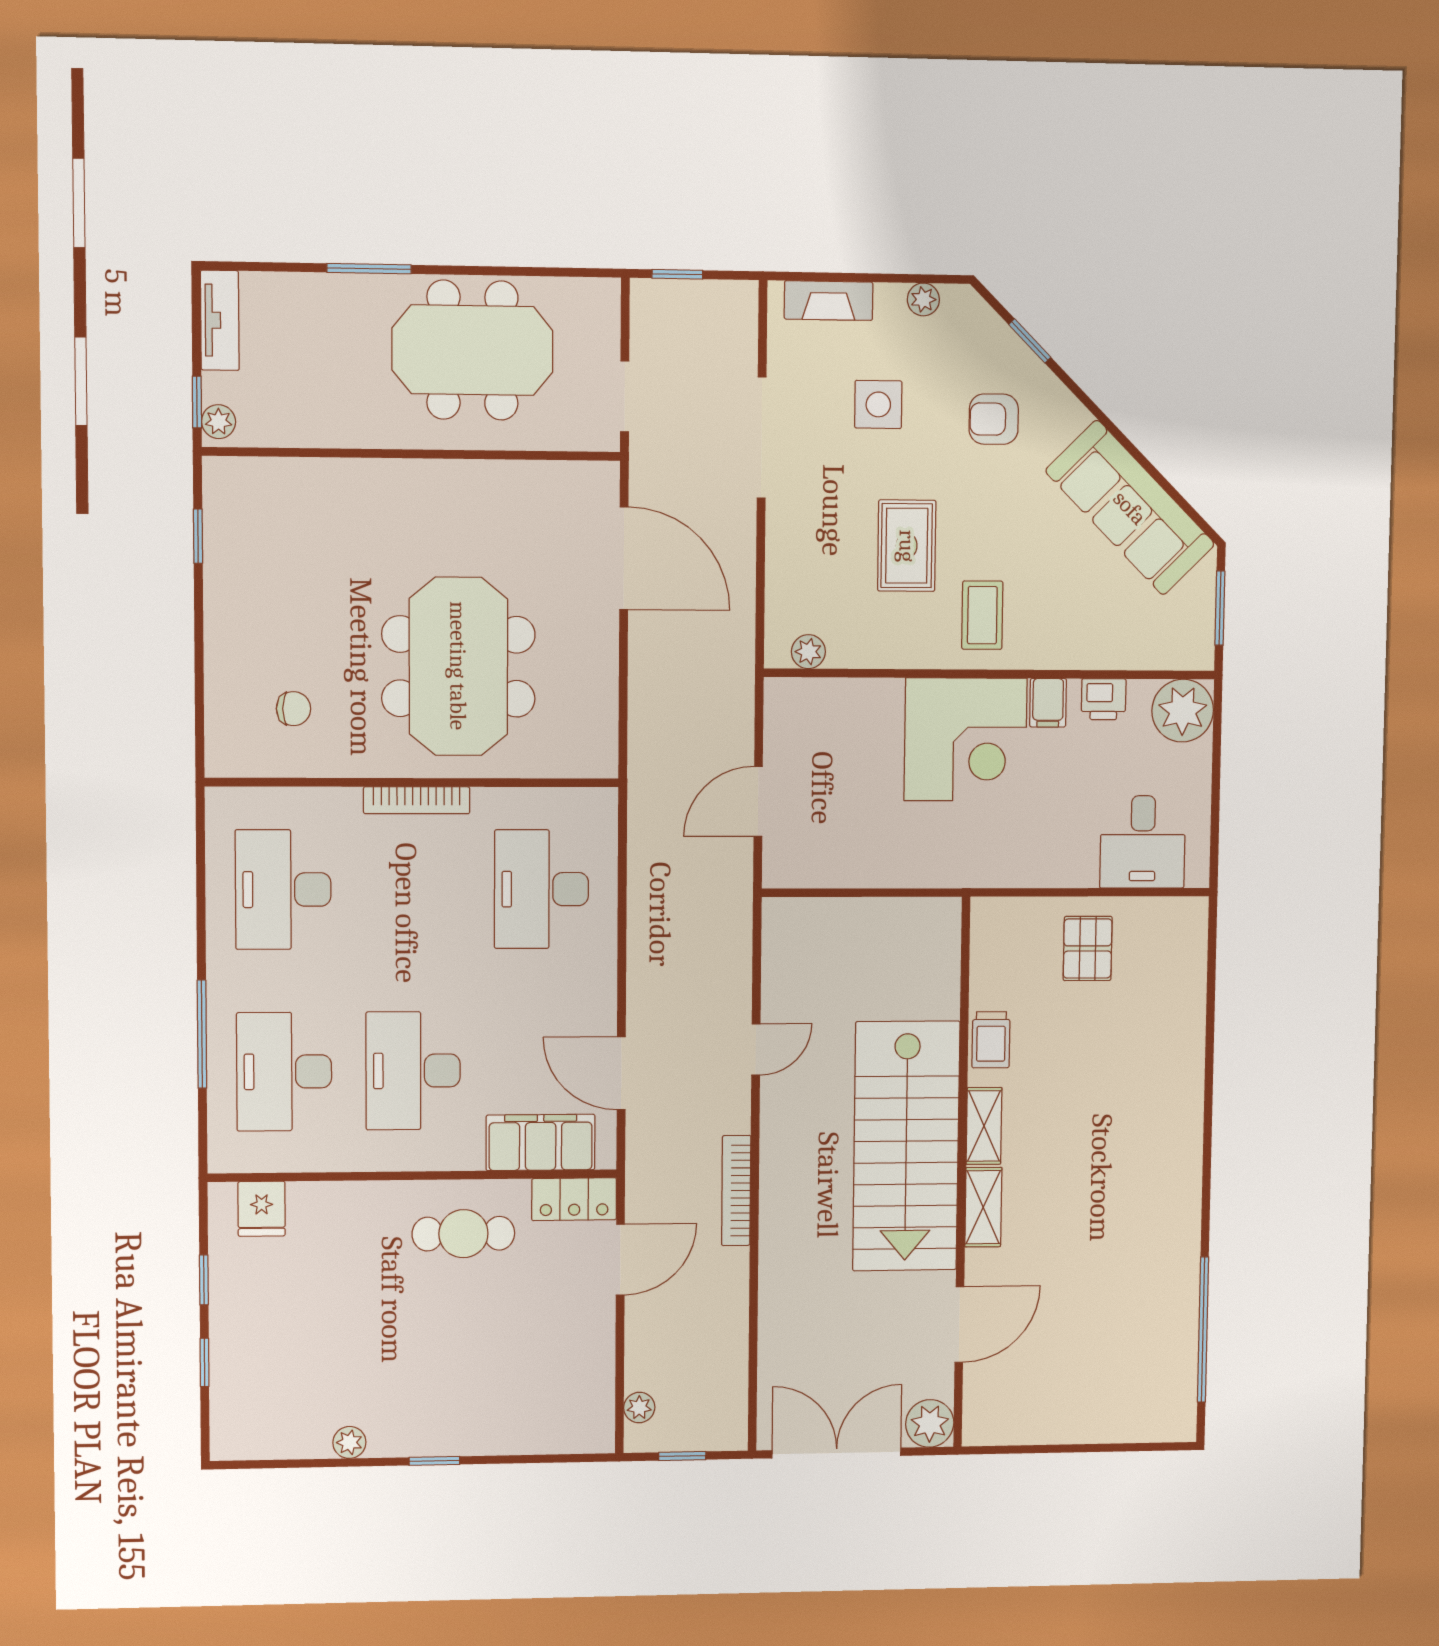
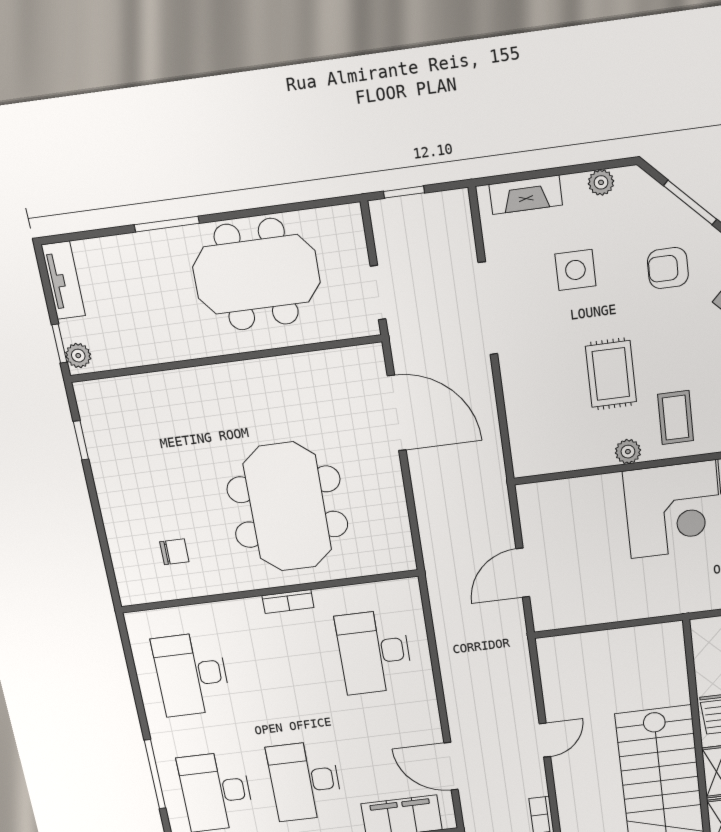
window: (1030, 341) -> (690, 202), width x1.50
plant: (808, 652) -> (628, 452), moved
bookcase: (417, 800) -> (288, 601), width x0.64

